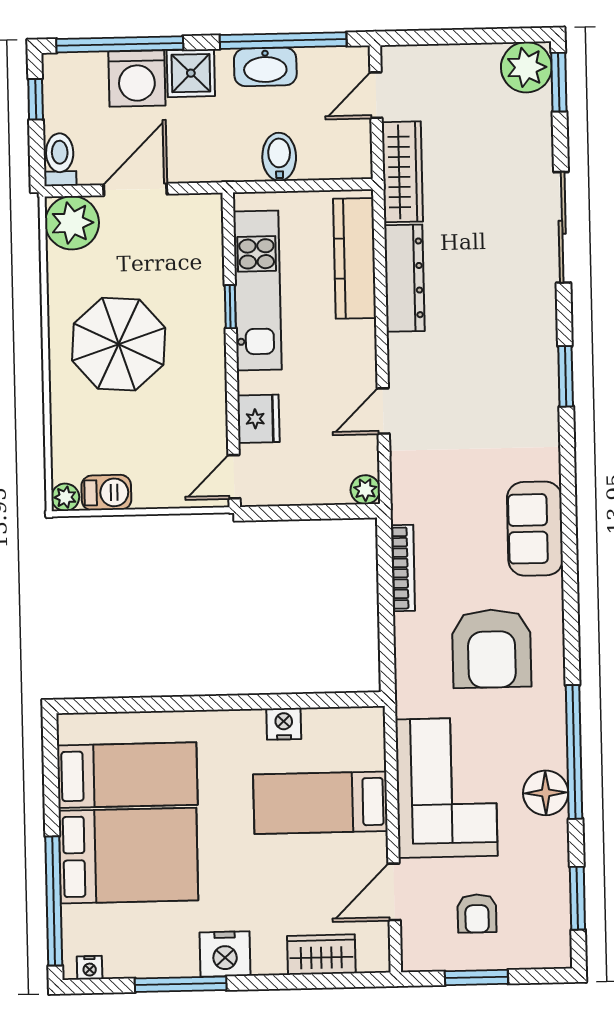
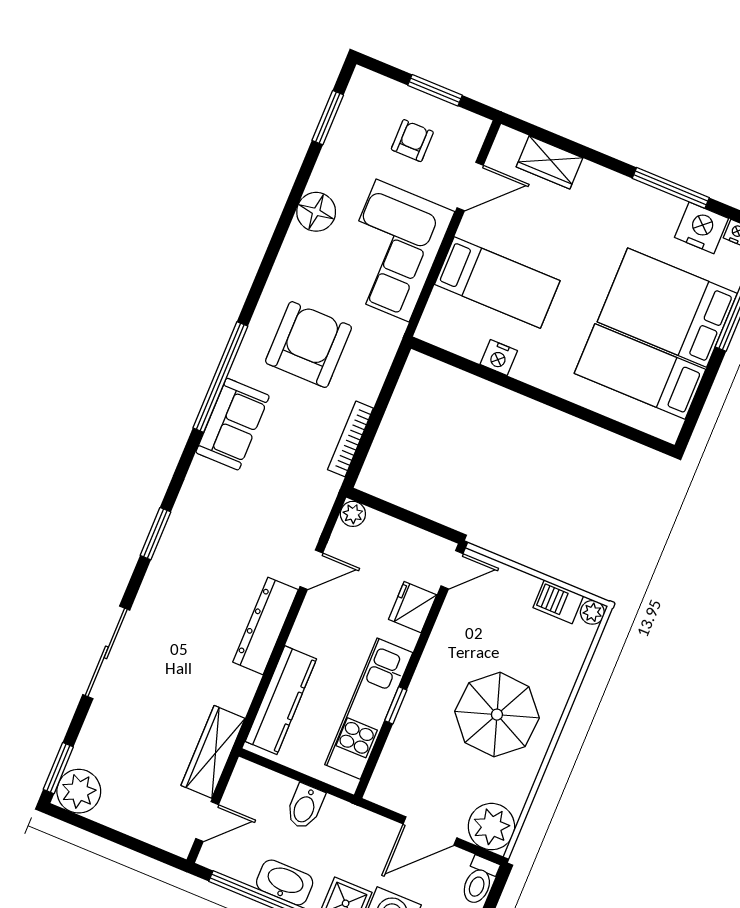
dresser: (404, 278) -> (266, 626), moved
window: (574, 752) -> (220, 377), moved
nightstand: (225, 954) -> (701, 228), moved

